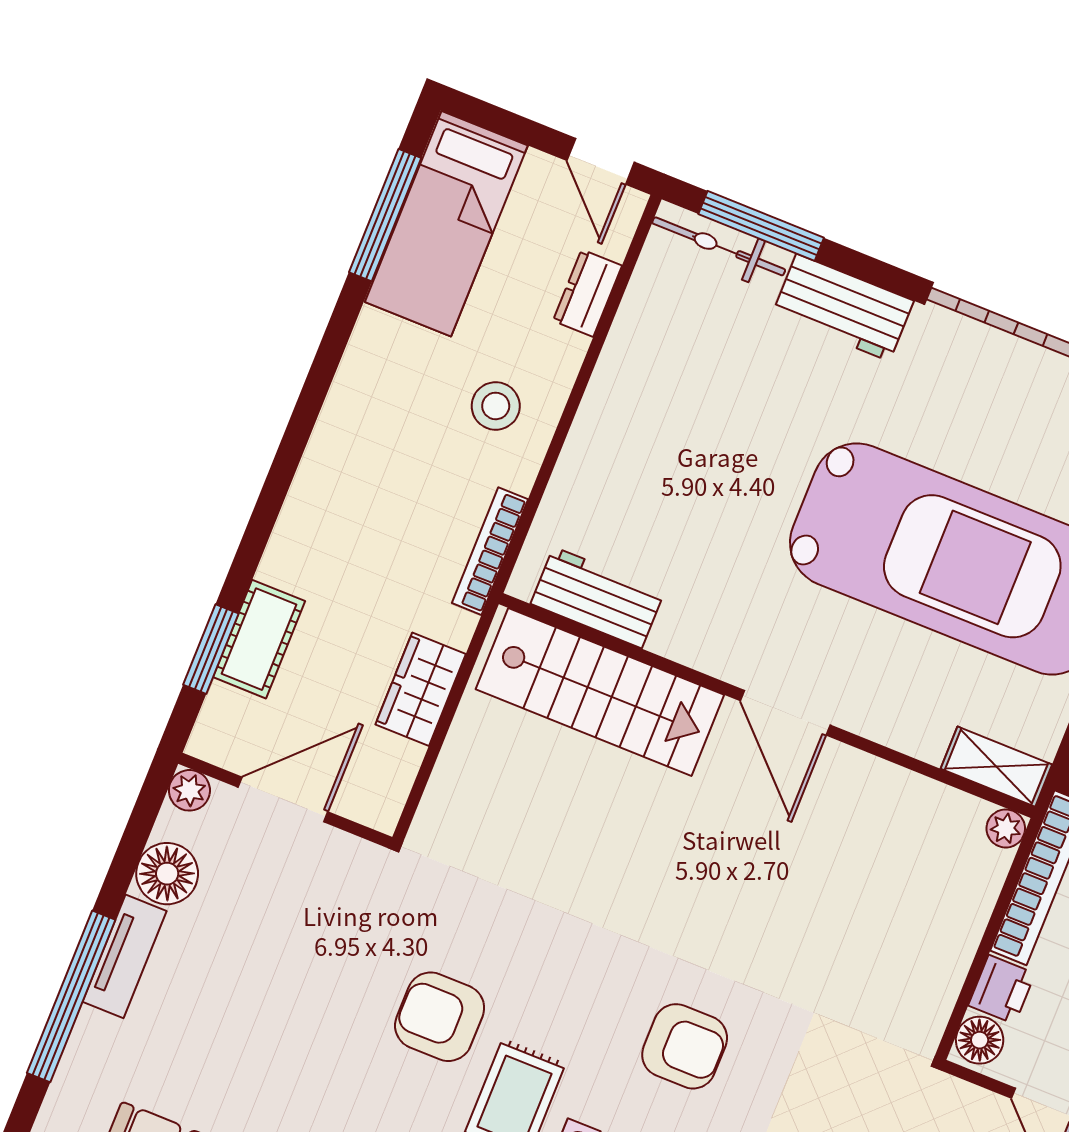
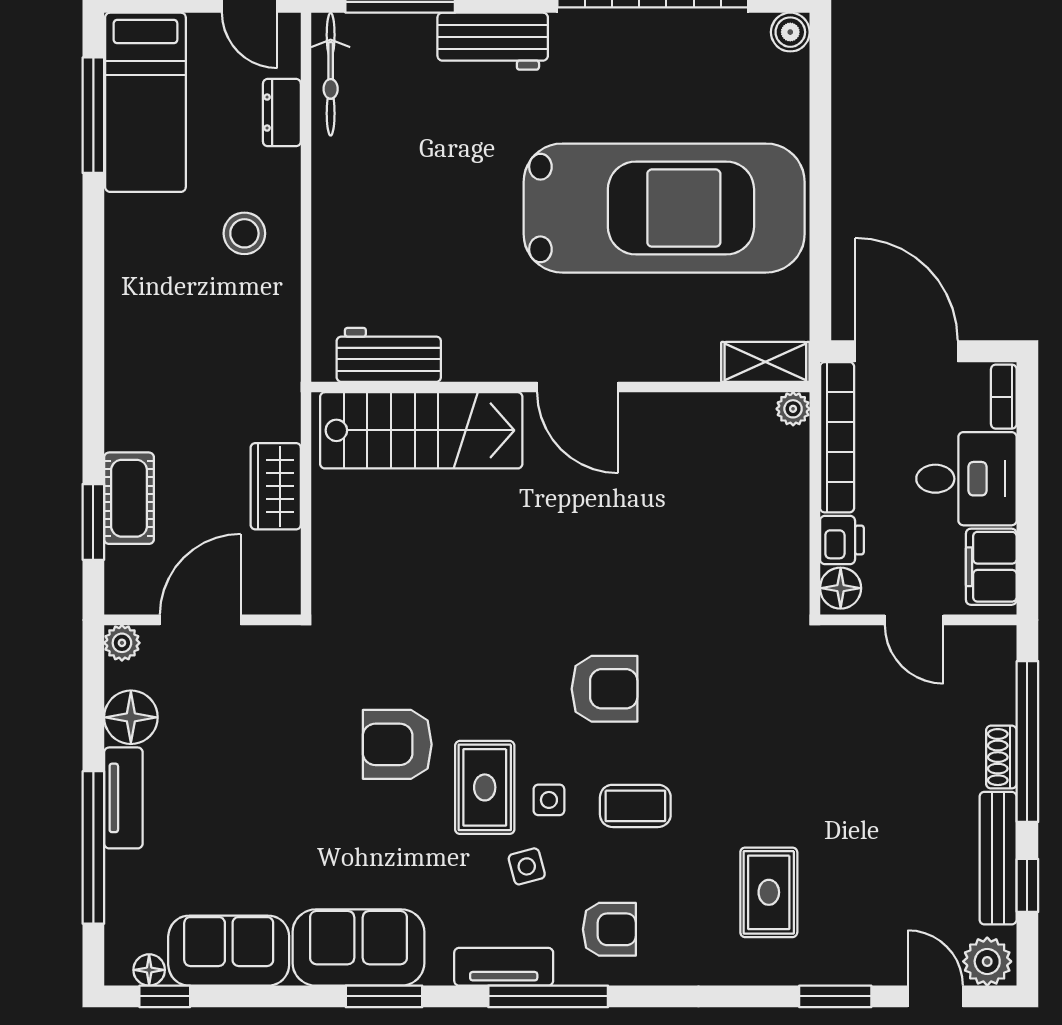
bicycle: (719, 246) -> (331, 74), moved, turned -90
bookcase: (490, 551) -> (287, 352), removed

